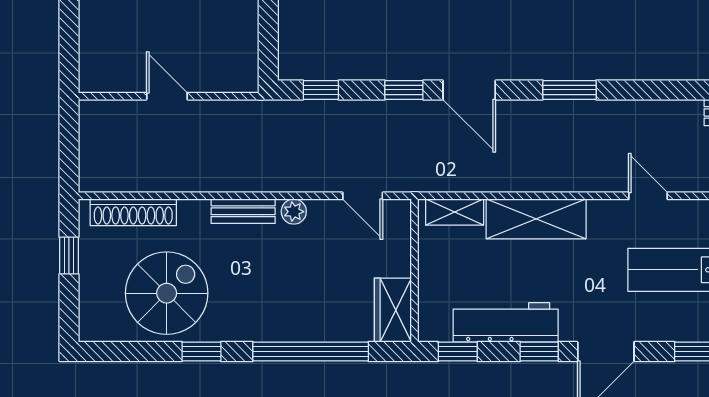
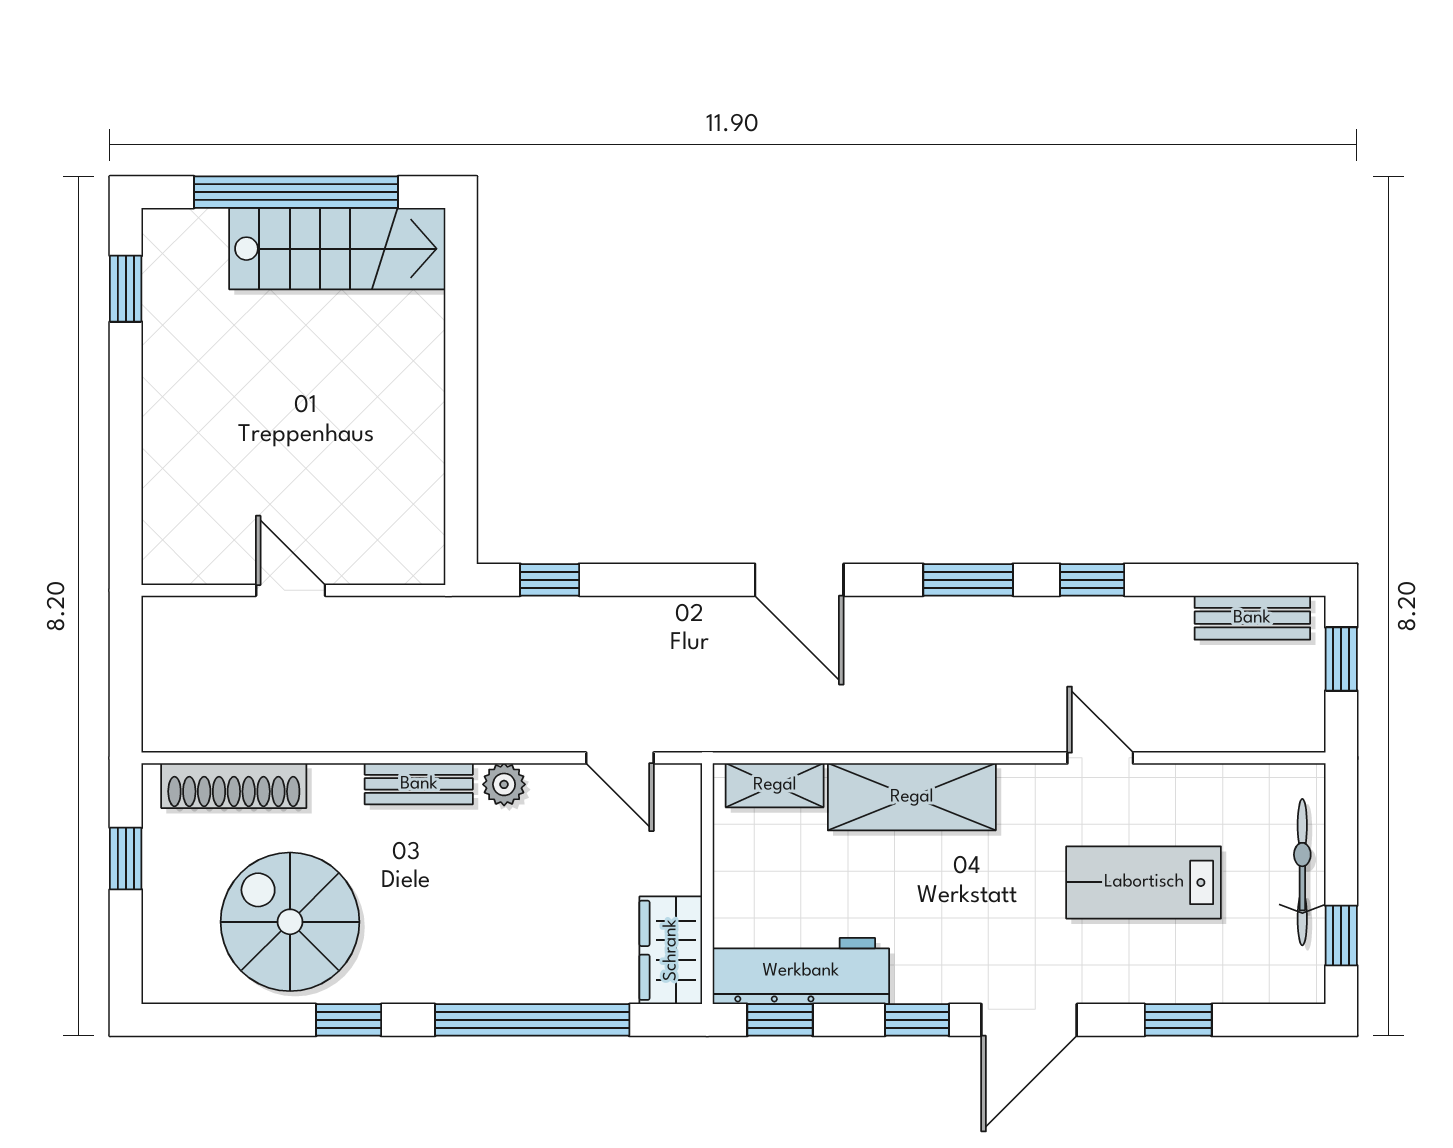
window: (404, 90) -> (1092, 580), moved
spiral stairs: (167, 293) -> (290, 922), turned -90
workbench: (506, 322) -> (801, 971), moved

